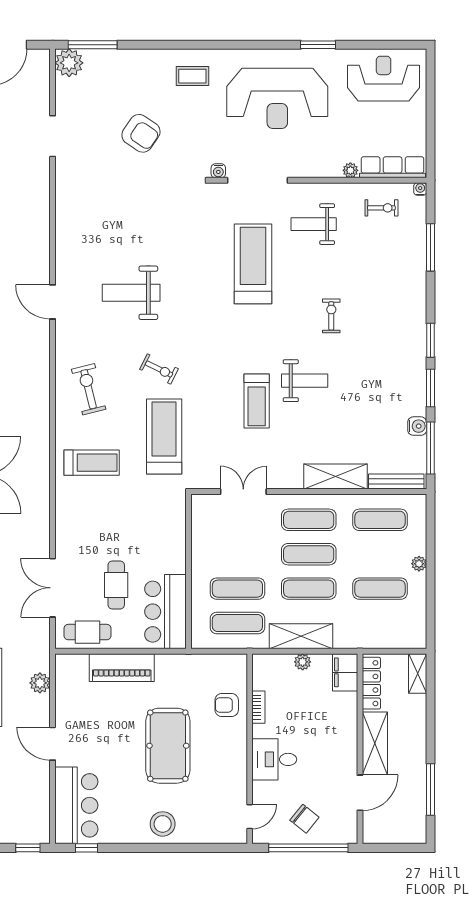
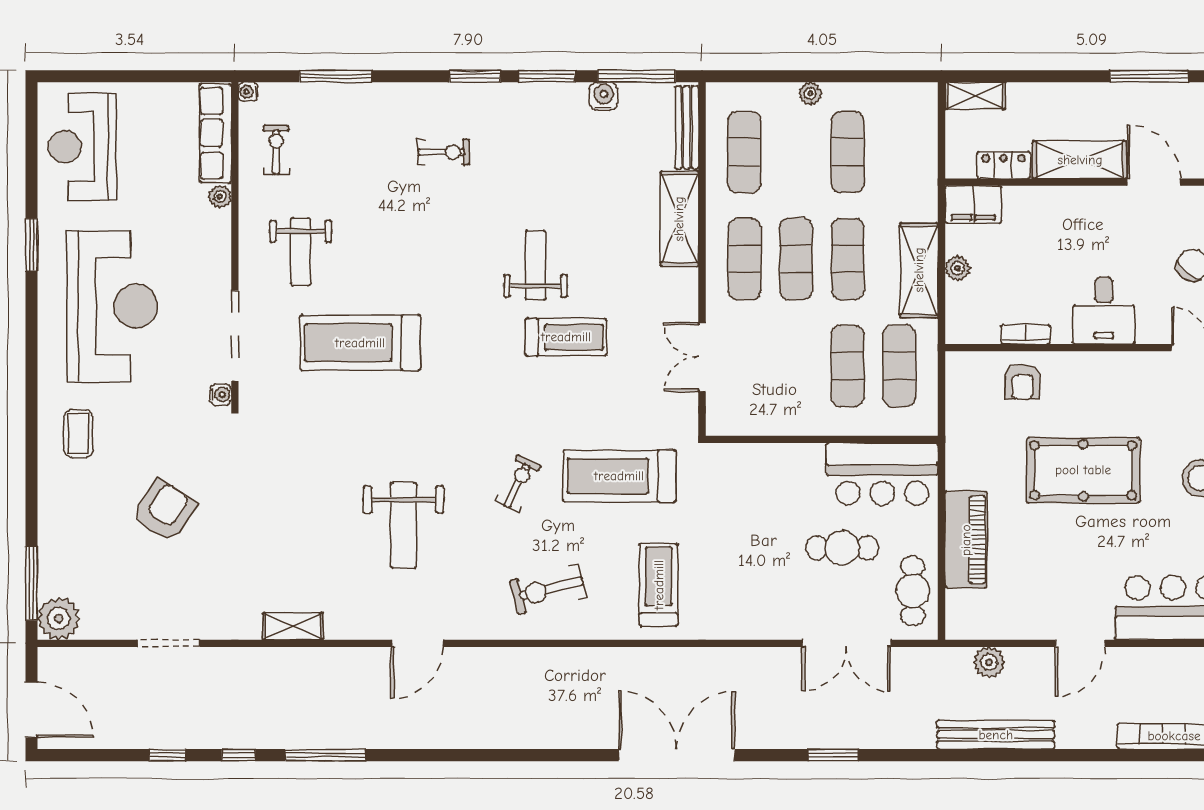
shelving: (64, 219) -> (293, 626), added
exercise bike: (331, 316) -> (444, 152), moved, turned 180
locker: (371, 683) -> (1004, 165), width x0.66

